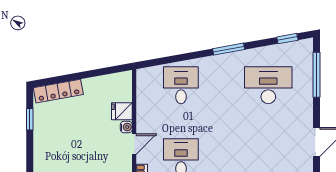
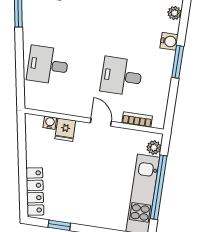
water cooler: (126, 127) -> (50, 123), moved

